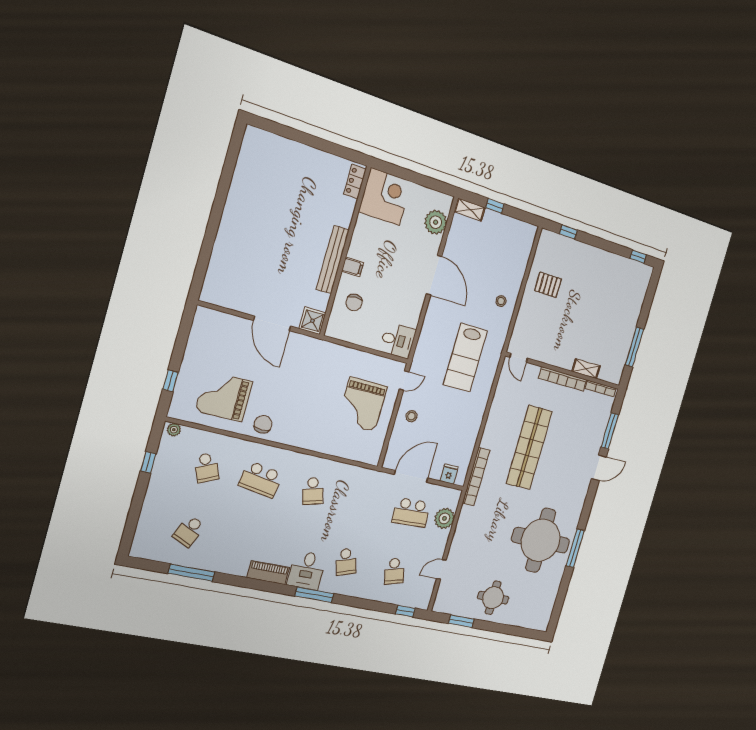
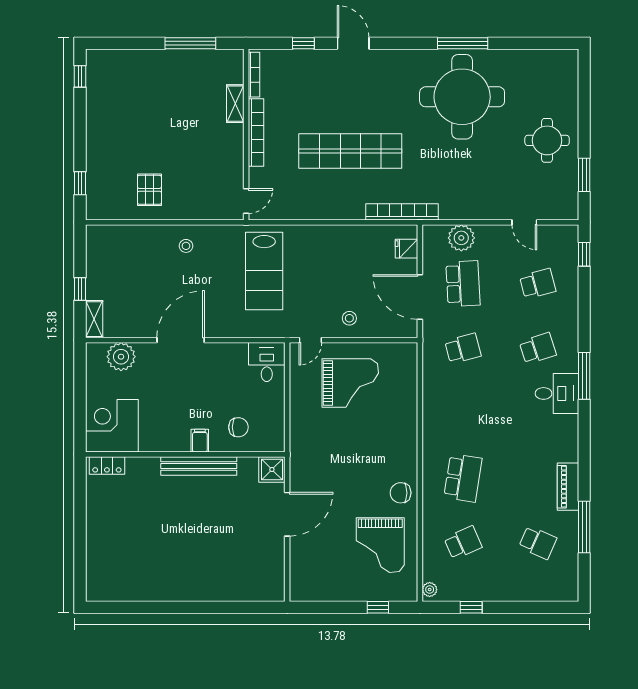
lab bench: (465, 358) -> (264, 271), turned 90
door: (404, 381) -> (310, 340), swing flipped
window: (610, 431) -> (303, 43), width x0.46
school desk: (313, 491) -> (463, 348), moved
piano: (268, 573) -> (568, 487), moved

